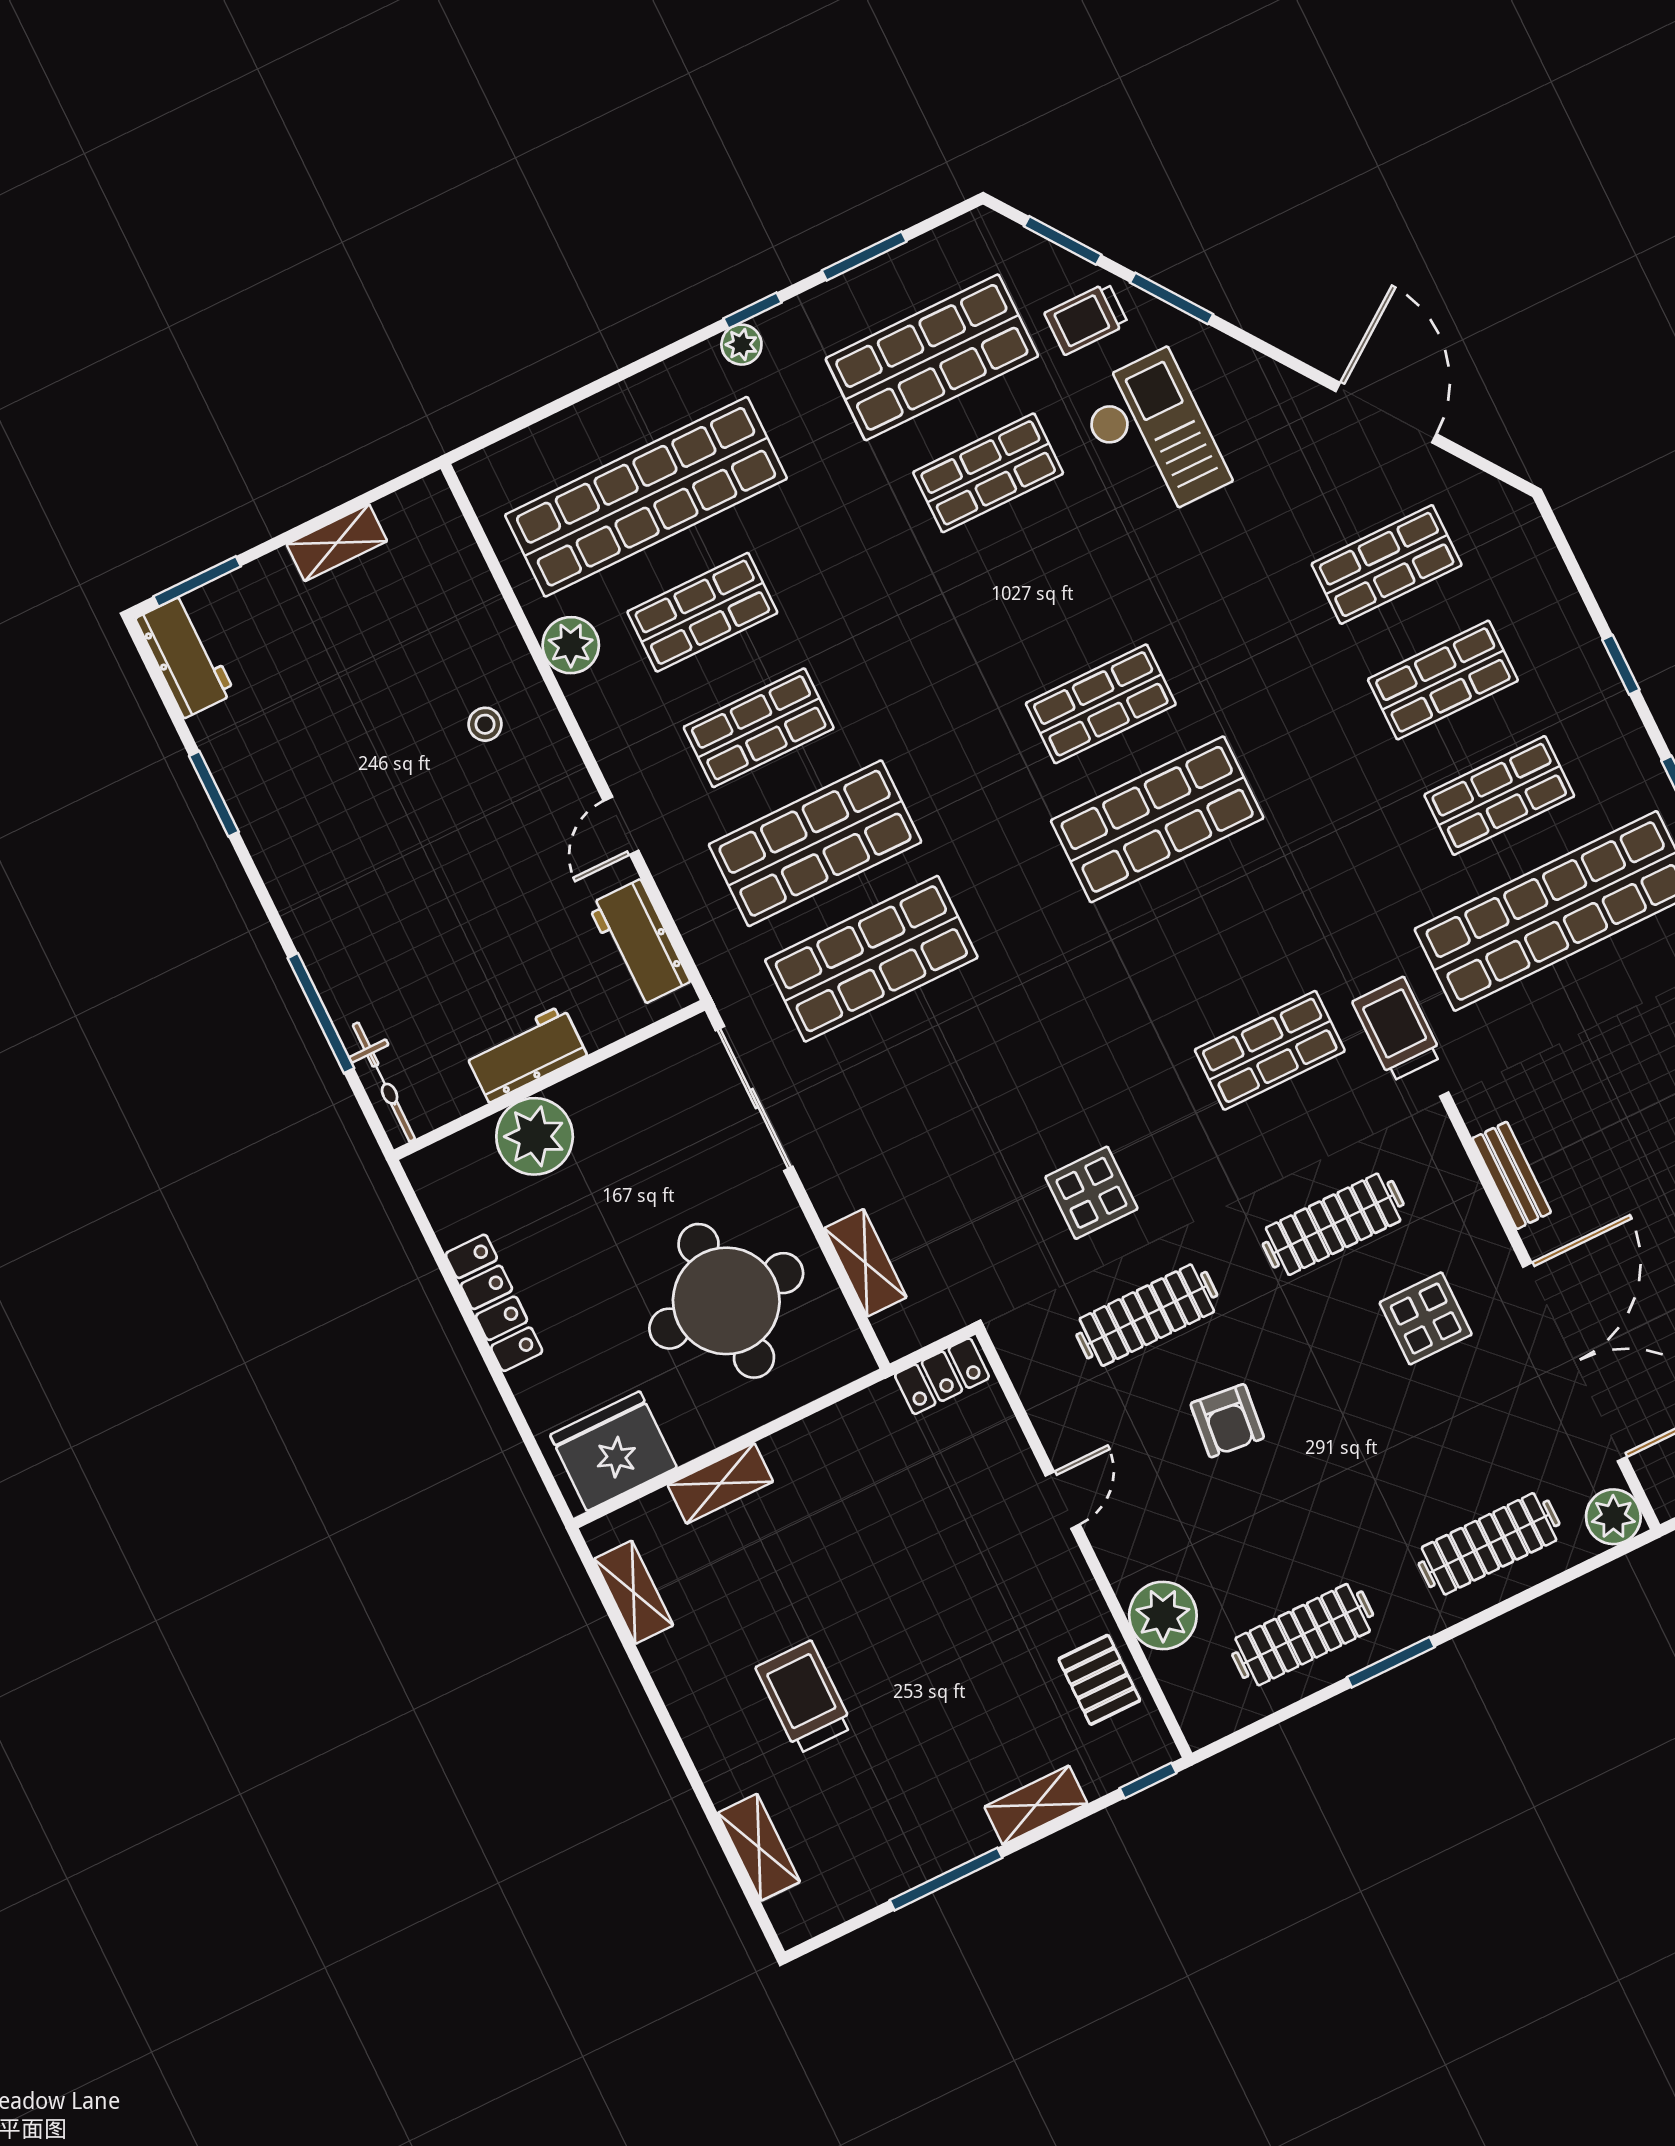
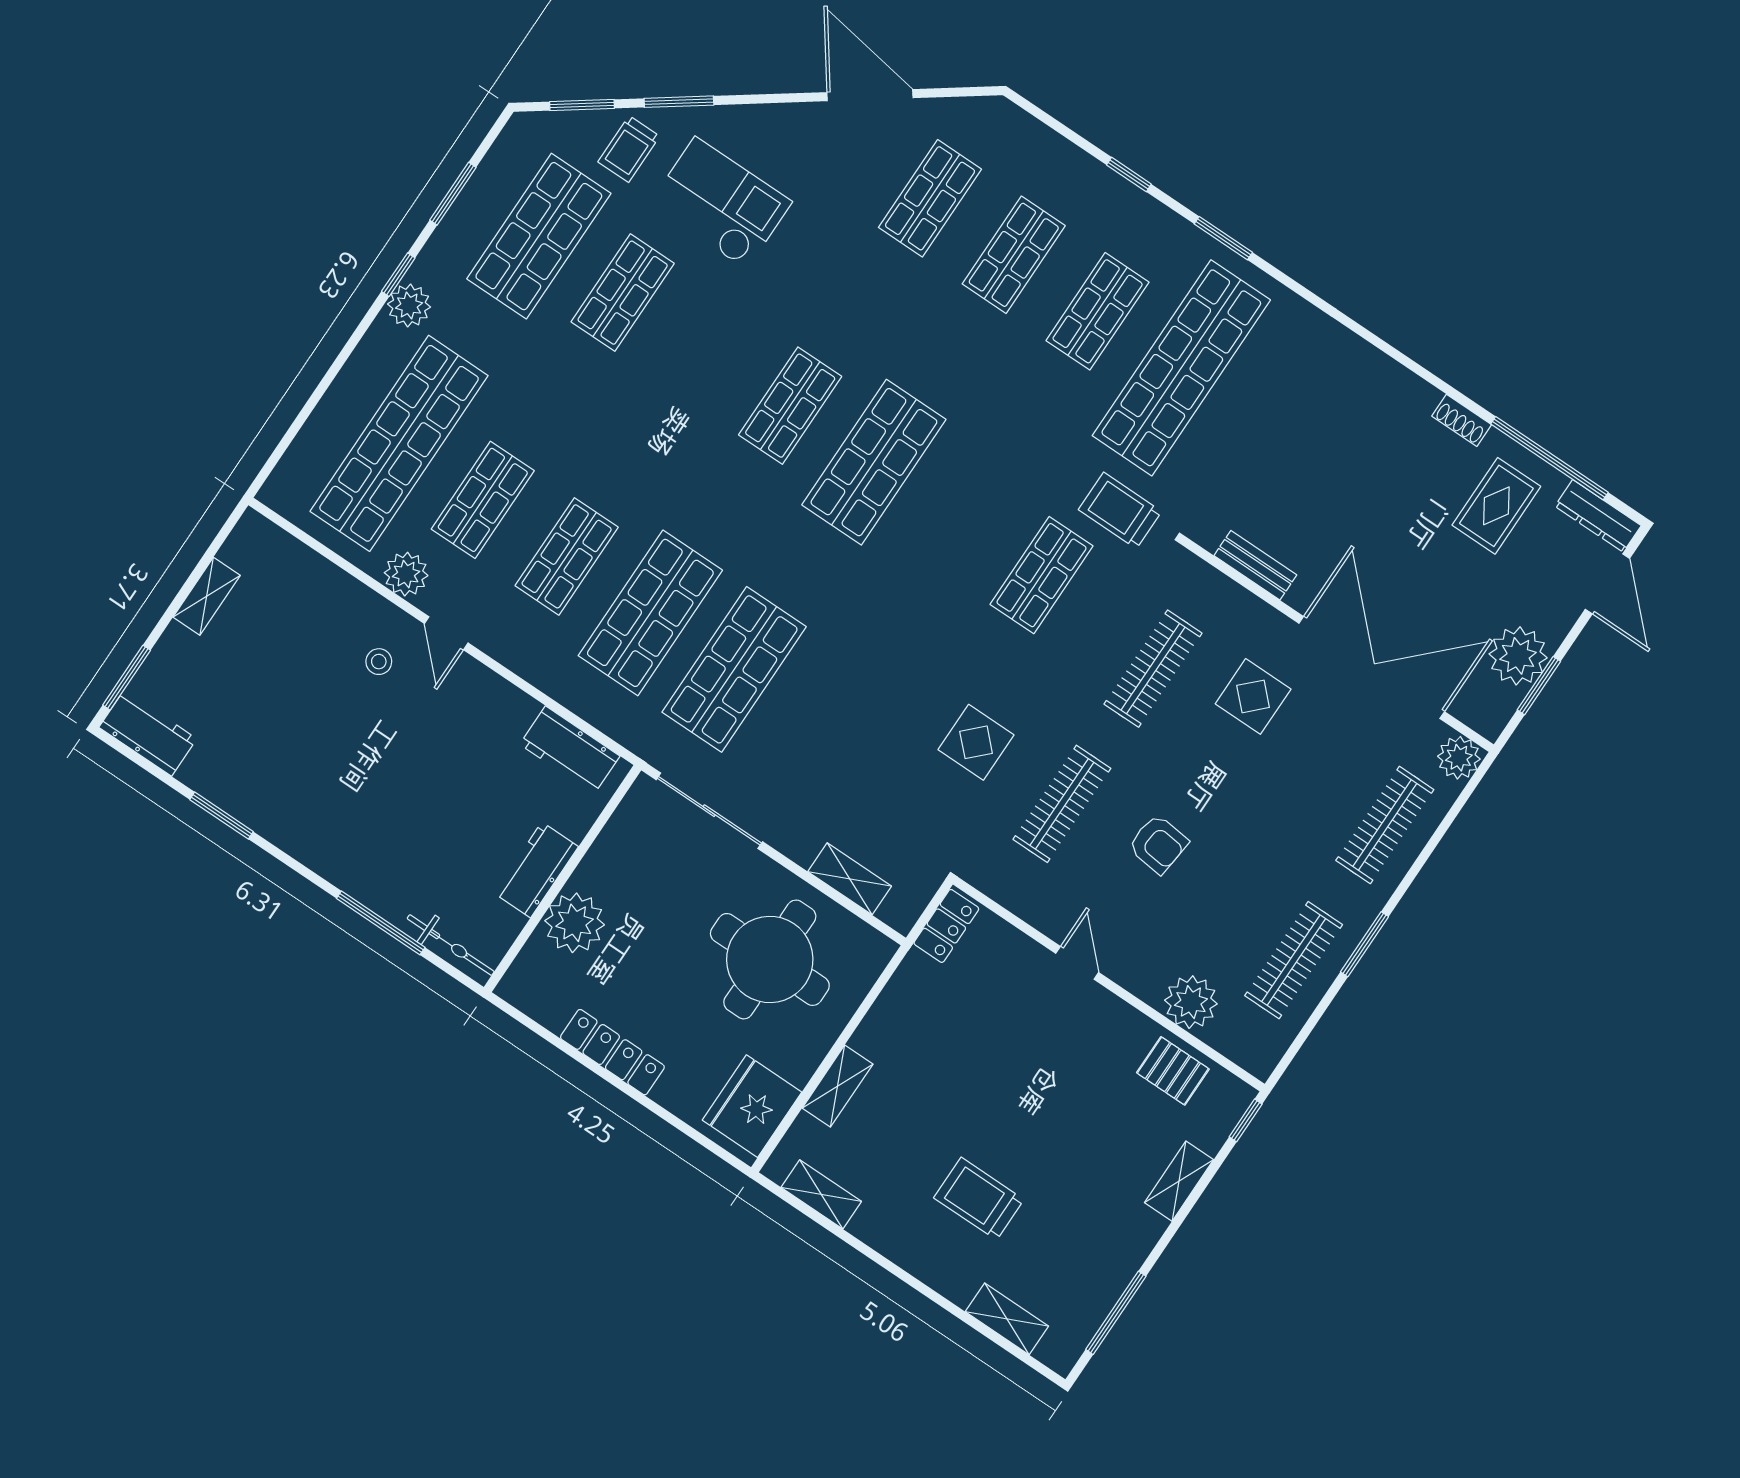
plant: (741, 345) -> (409, 306), width x1.38, depth x1.38
door: (621, 826) -> (446, 633), moved
window: (946, 1879) -> (1116, 1313), moved

